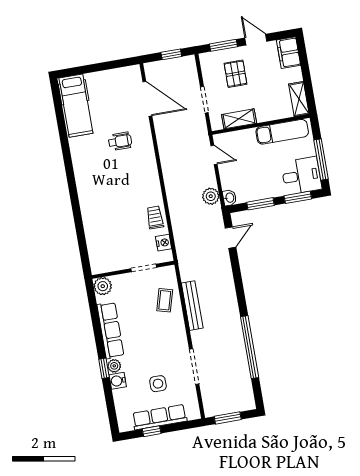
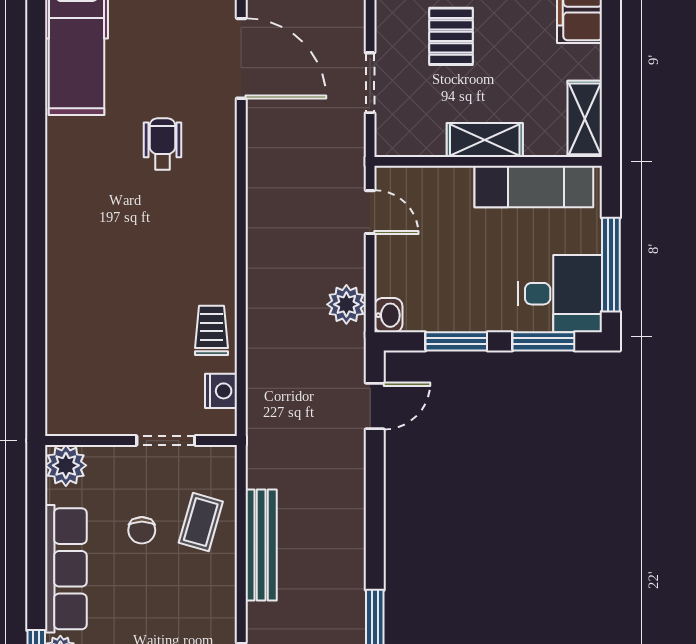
shelving: (239, 119) -> (485, 140), moved
wheelchair: (120, 141) -> (162, 144), turned -90
chair: (140, 308) -> (142, 530), added

